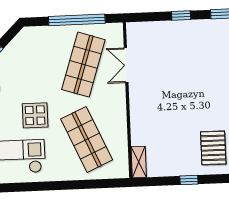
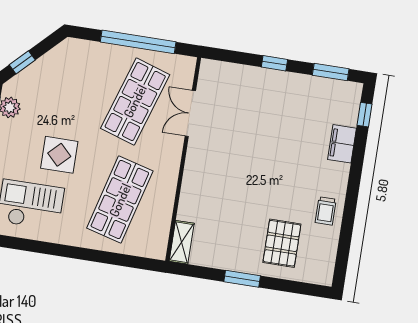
shop shelf: (87, 139) -> (120, 200), turned 39
window: (189, 180) -> (242, 279), width x1.50

